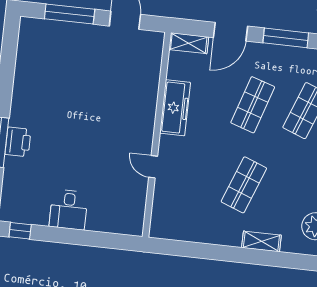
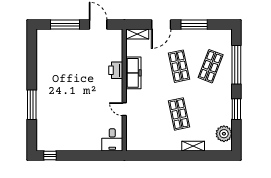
shop shelf: (253, 105) -> (179, 66), turned -30
printer: (18, 142) -> (116, 70), moved, turned 180
shop shelf: (244, 185) -> (179, 114), turned -33
desk: (69, 210) -> (112, 140), moved

